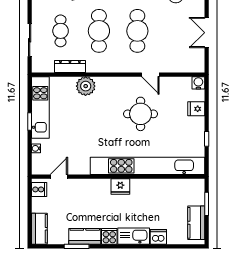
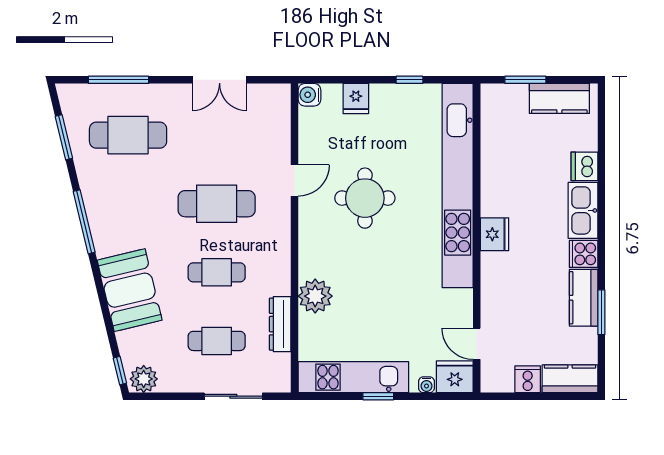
cafe table: (99, 31) -> (217, 272), width x0.73, depth x0.74
fridge: (40, 164) -> (455, 377), added
cooker: (39, 189) -> (528, 379), moved

